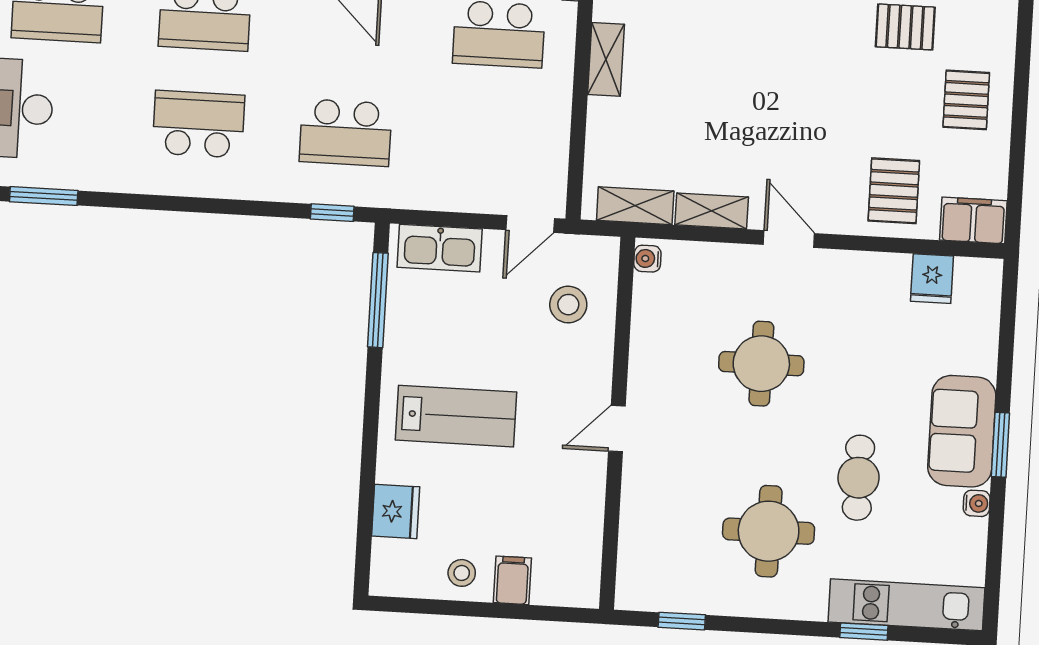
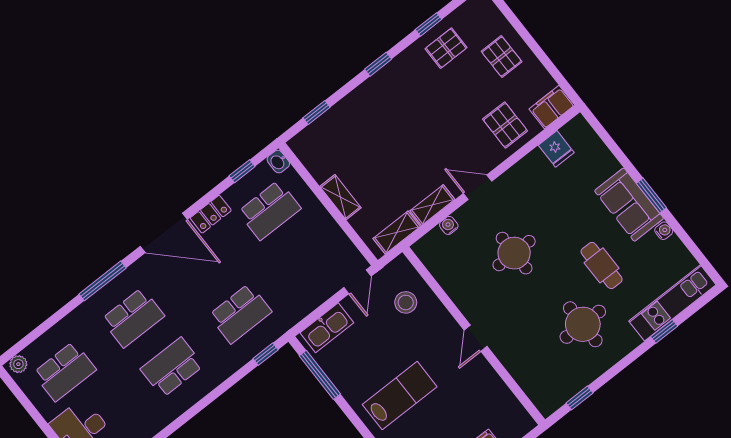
shelving: (606, 59) -> (340, 197), moved
water cooler: (647, 259) -> (449, 225), moved, turned 90

